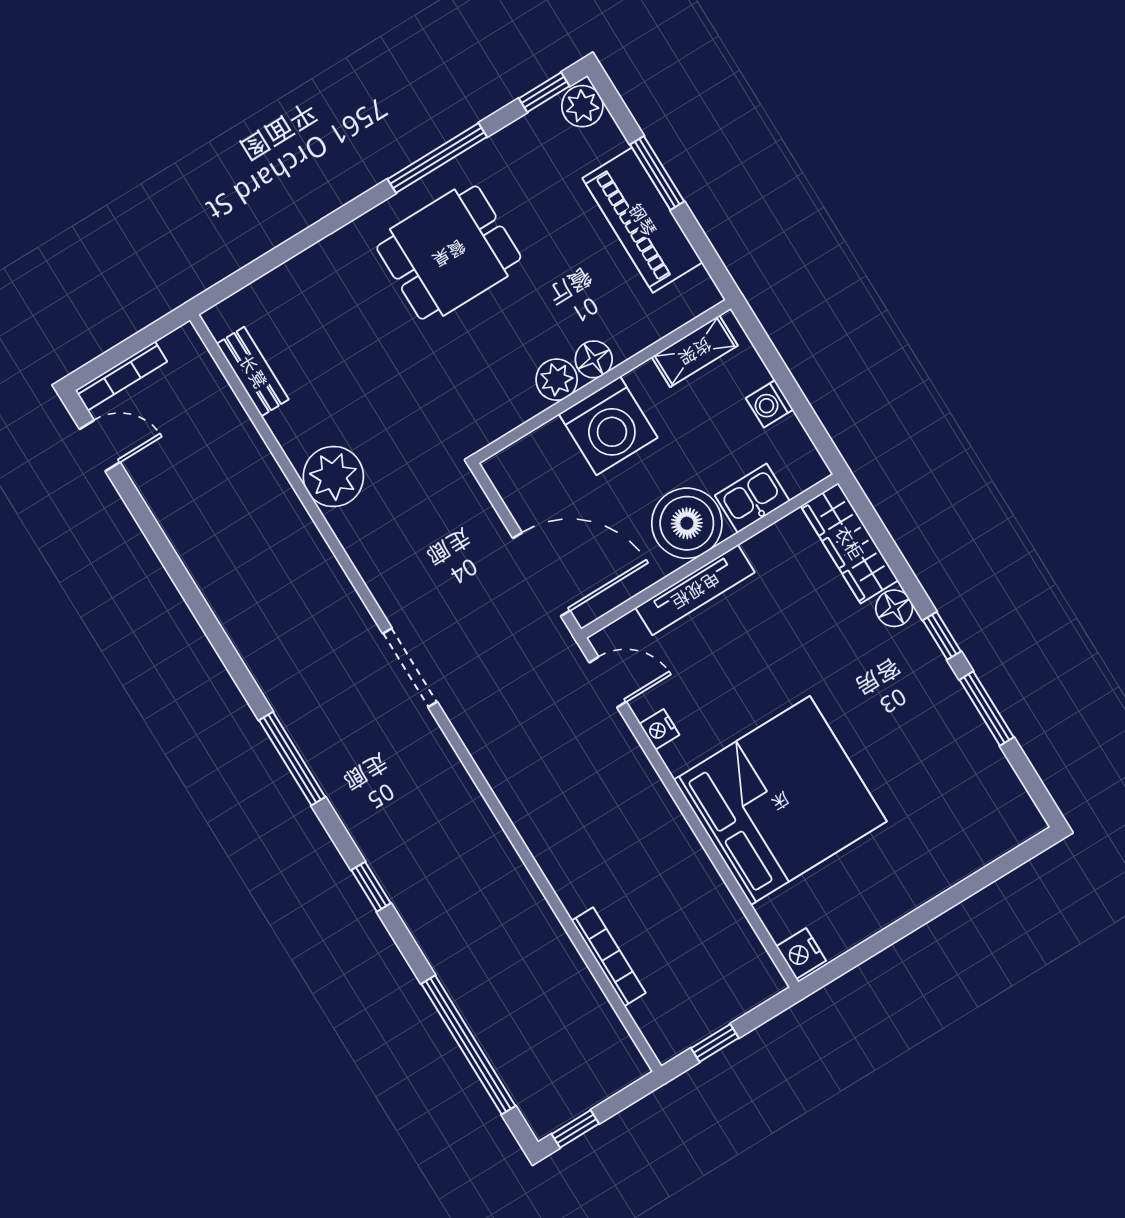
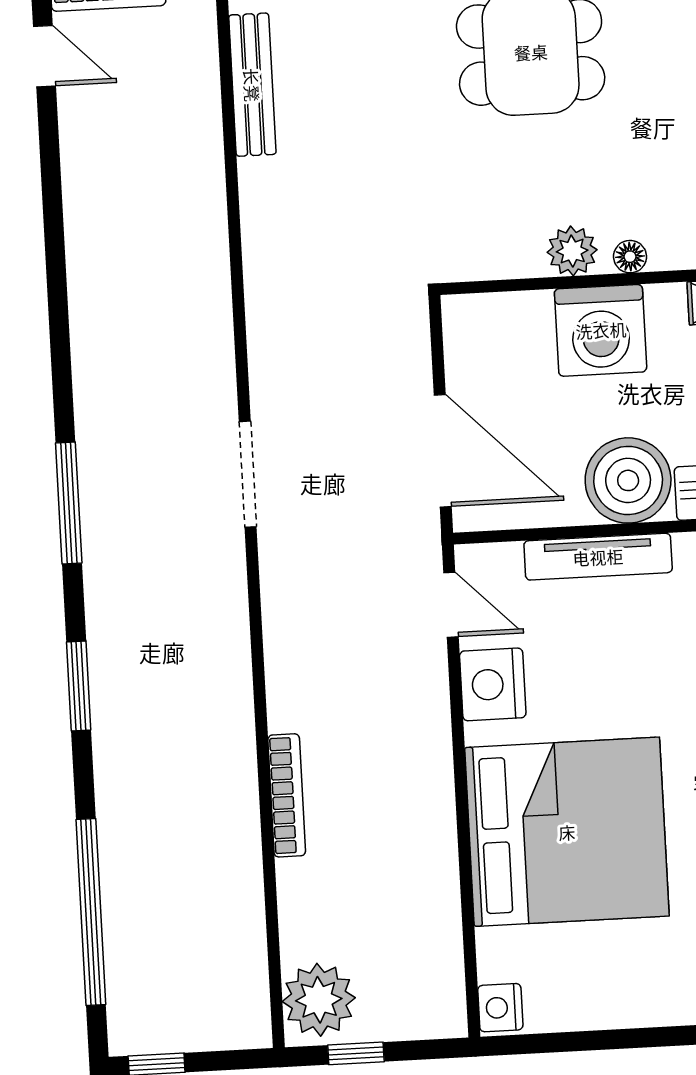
floor lamp: (594, 359) -> (630, 257), width x0.73, depth x0.73
bench: (253, 372) -> (252, 85), width x1.36
plant: (333, 477) -> (319, 1000), moved
nightstand: (659, 729) -> (493, 684), width x1.89, depth x1.79
window: (371, 887) -> (79, 686), width x1.50
bookcase: (609, 957) -> (287, 795), moved

